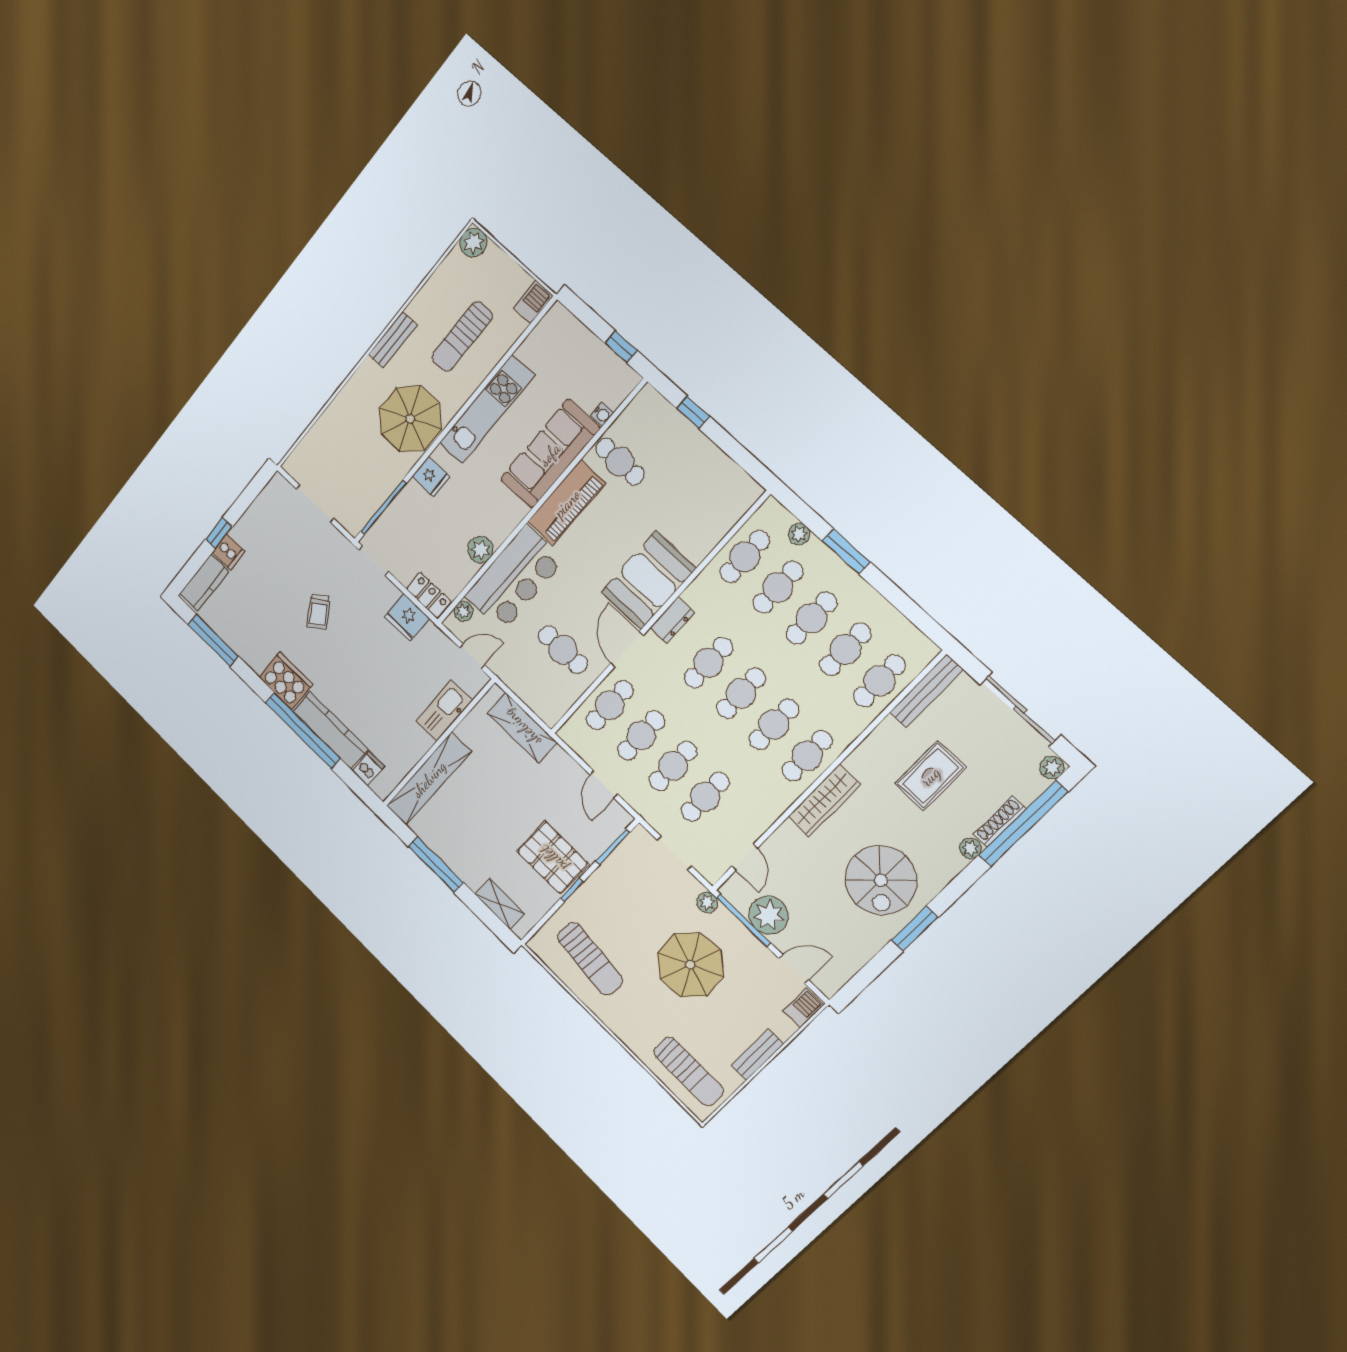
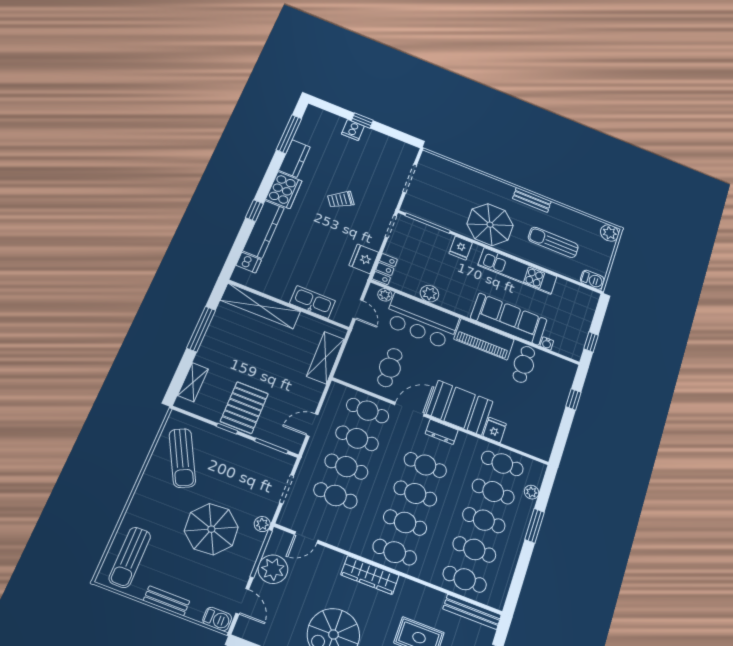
fridge: (696, 546) -> (495, 430), added
kitchen counter: (205, 582) -> (294, 159), moved, turned -90
window: (303, 730) -> (254, 211), width x0.32
sun lounger: (590, 959) -> (182, 458), turned -33

